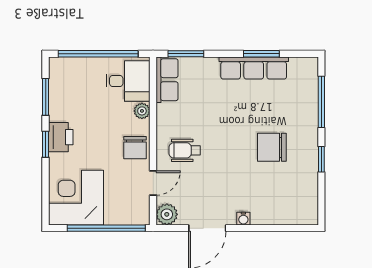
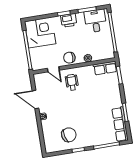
row of seats: (254, 68) -> (120, 124), moved
desk: (128, 81) -> (95, 21), moved, turned 180
chair: (272, 147) -> (69, 135), moved, turned 76
plant: (167, 214) -> (39, 78), removed

